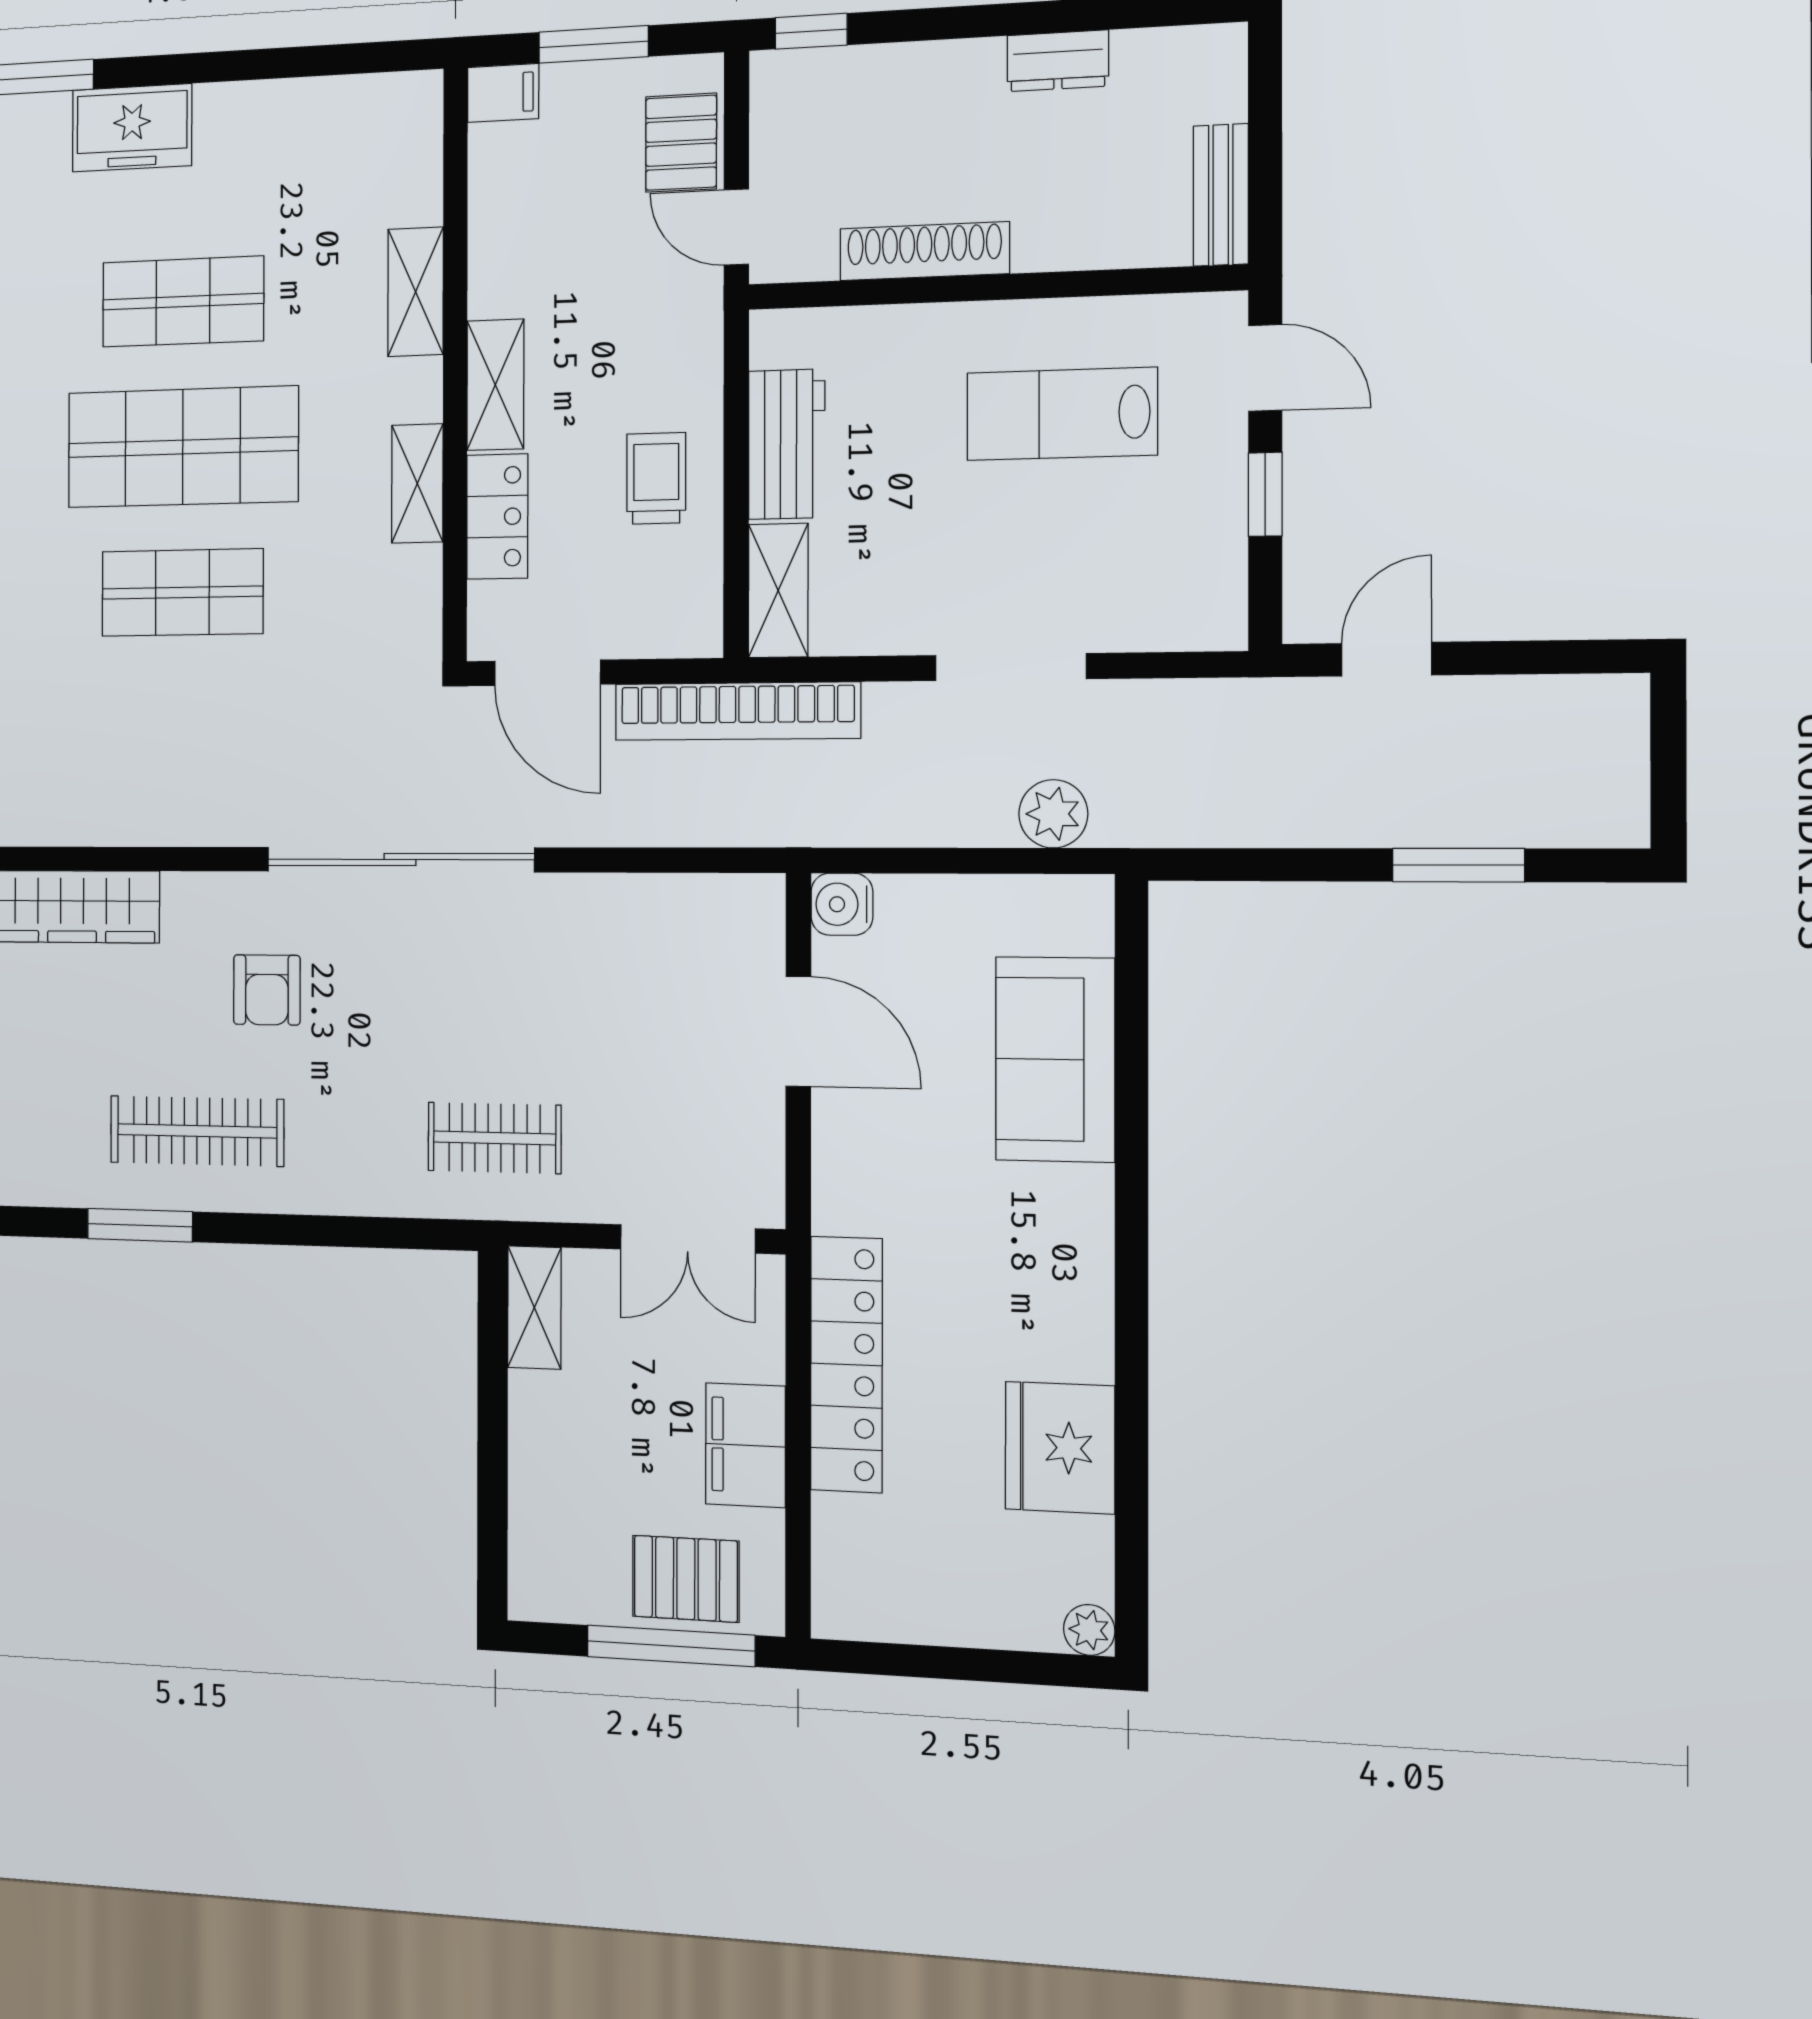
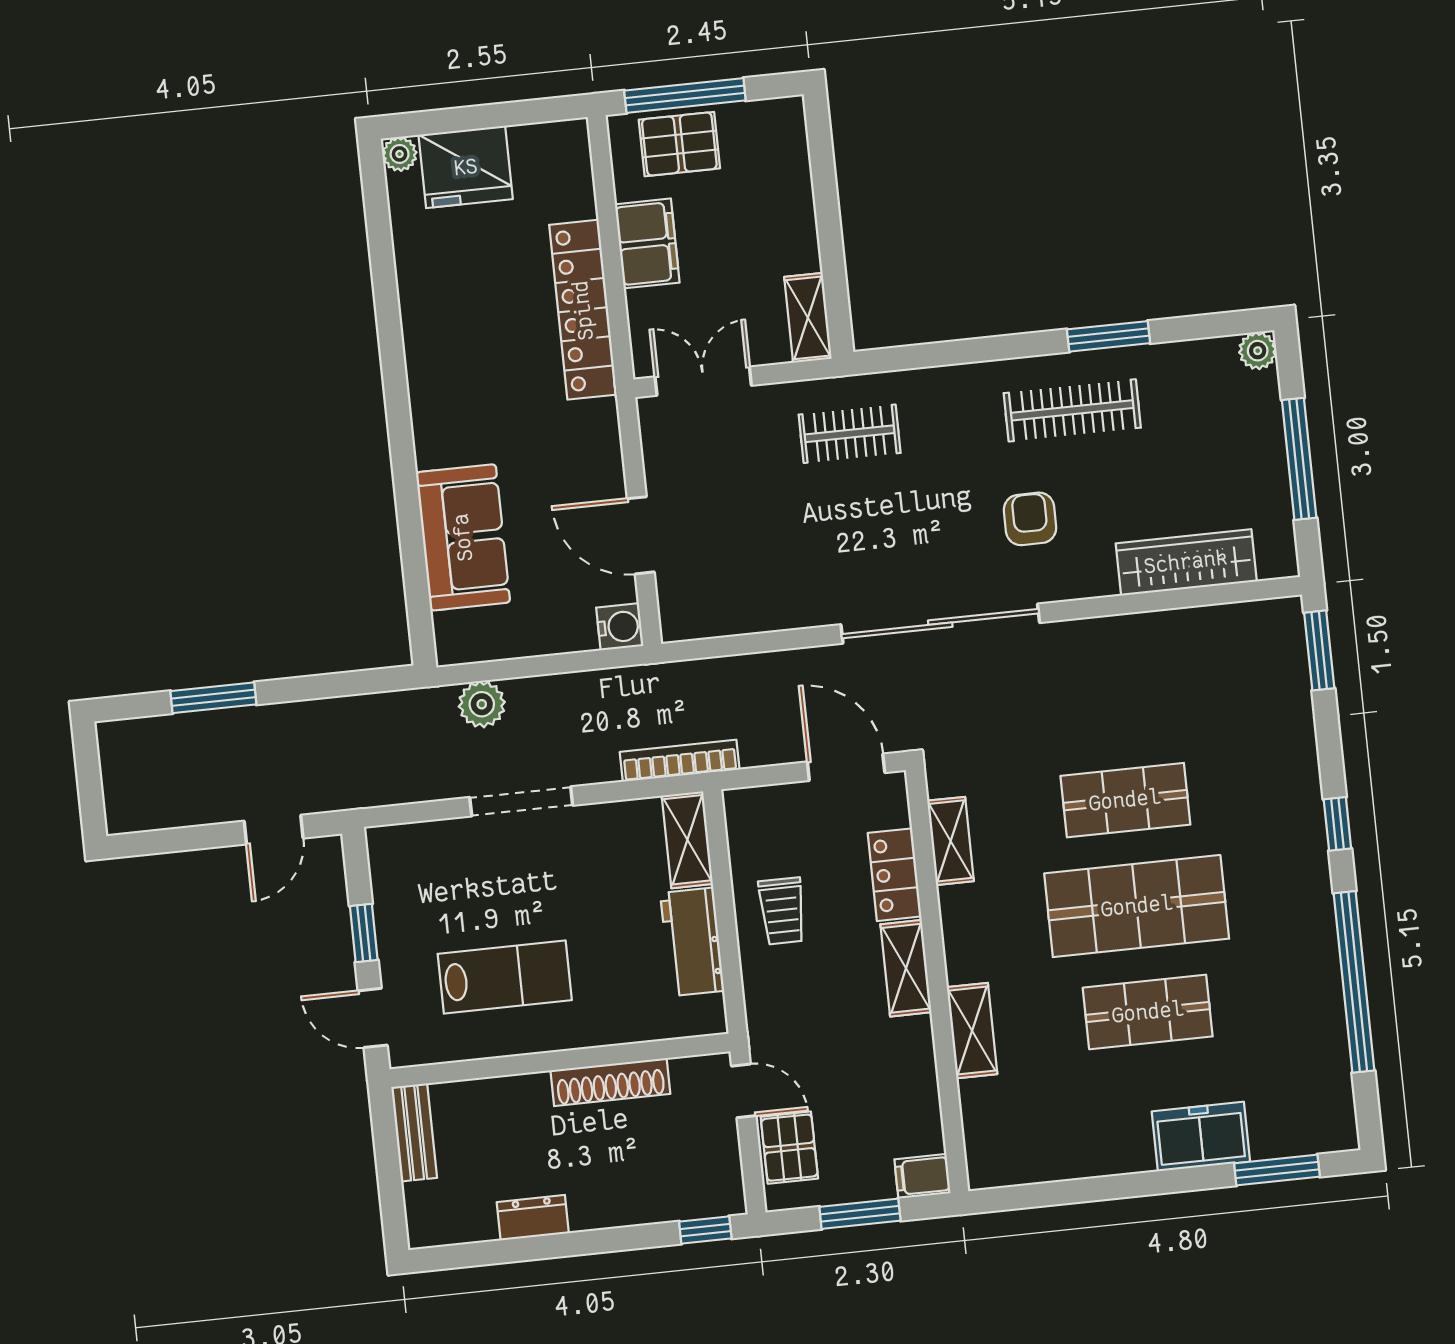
shelving: (417, 483) -> (951, 841), moved
bookcase: (737, 711) -> (680, 761), width x0.68, depth x0.76
fridge: (1060, 1448) -> (466, 167), moved, turned 90

